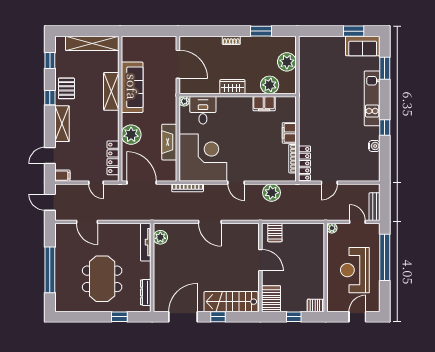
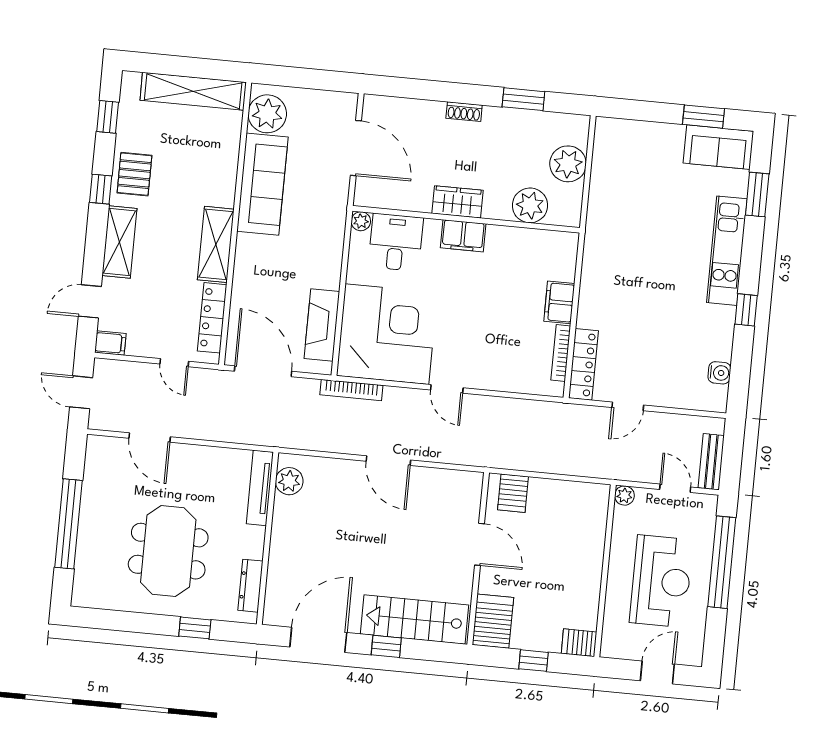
shelving: (111, 91) -> (216, 244), moved
filing cabinet: (264, 104) -> (463, 236), moved
plant: (131, 135) -> (267, 114), moved
fireplace: (169, 142) -> (322, 325), moved
water cooler: (374, 146) -> (719, 373), moved
plant: (272, 193) -> (514, 415), removed
reception desk: (355, 270) -> (661, 581), turned 180

